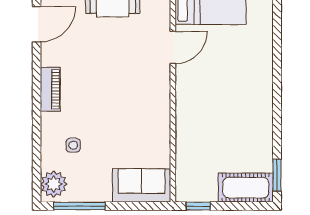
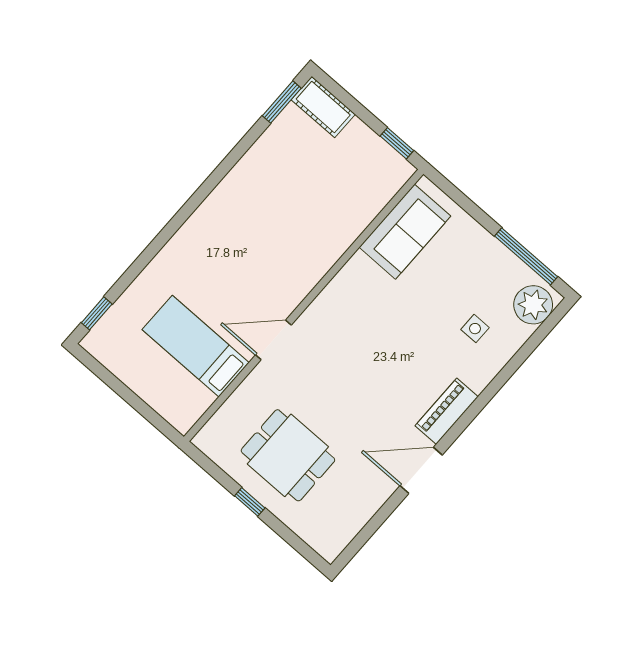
door: (37, 24) -> (421, 470), moved
sofa: (142, 185) -> (405, 232), moved, turned -90
cot: (246, 188) -> (323, 107), width x0.73, depth x0.75

